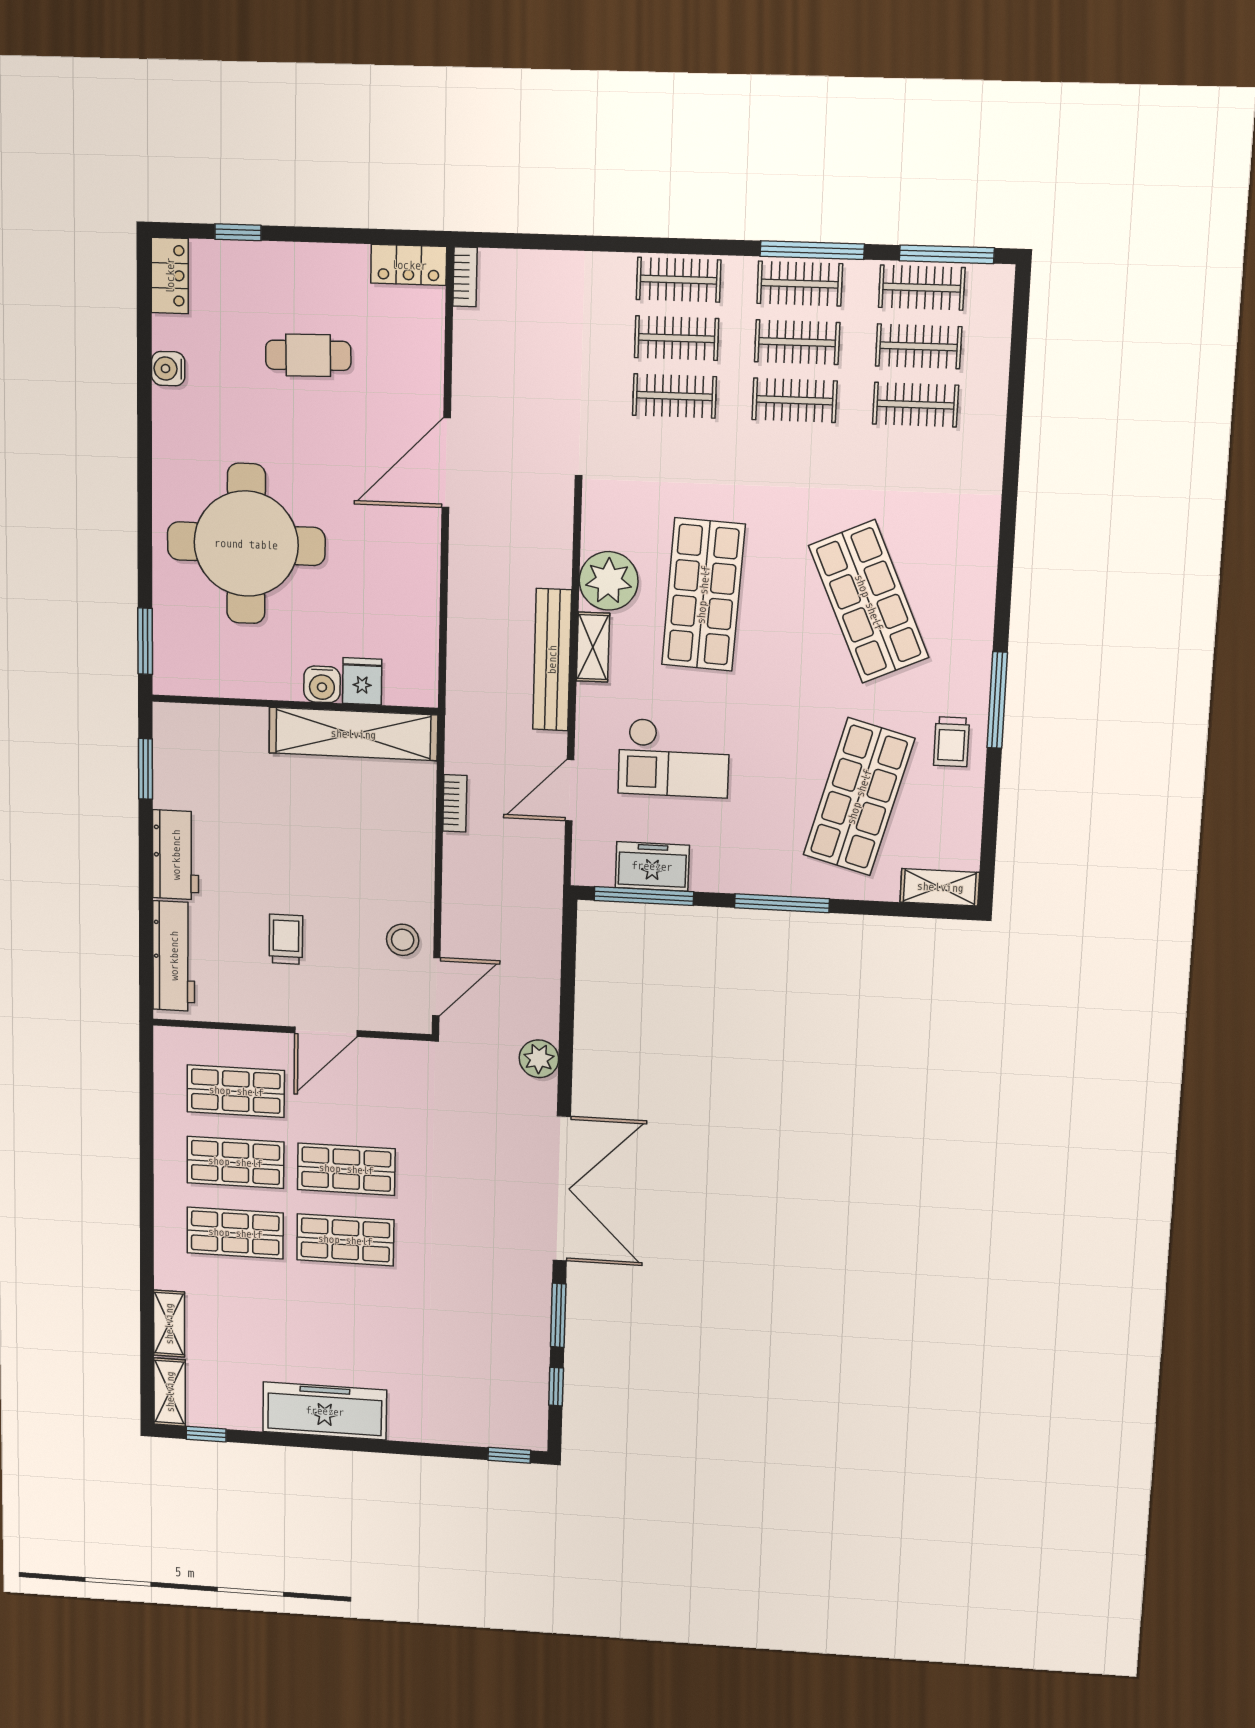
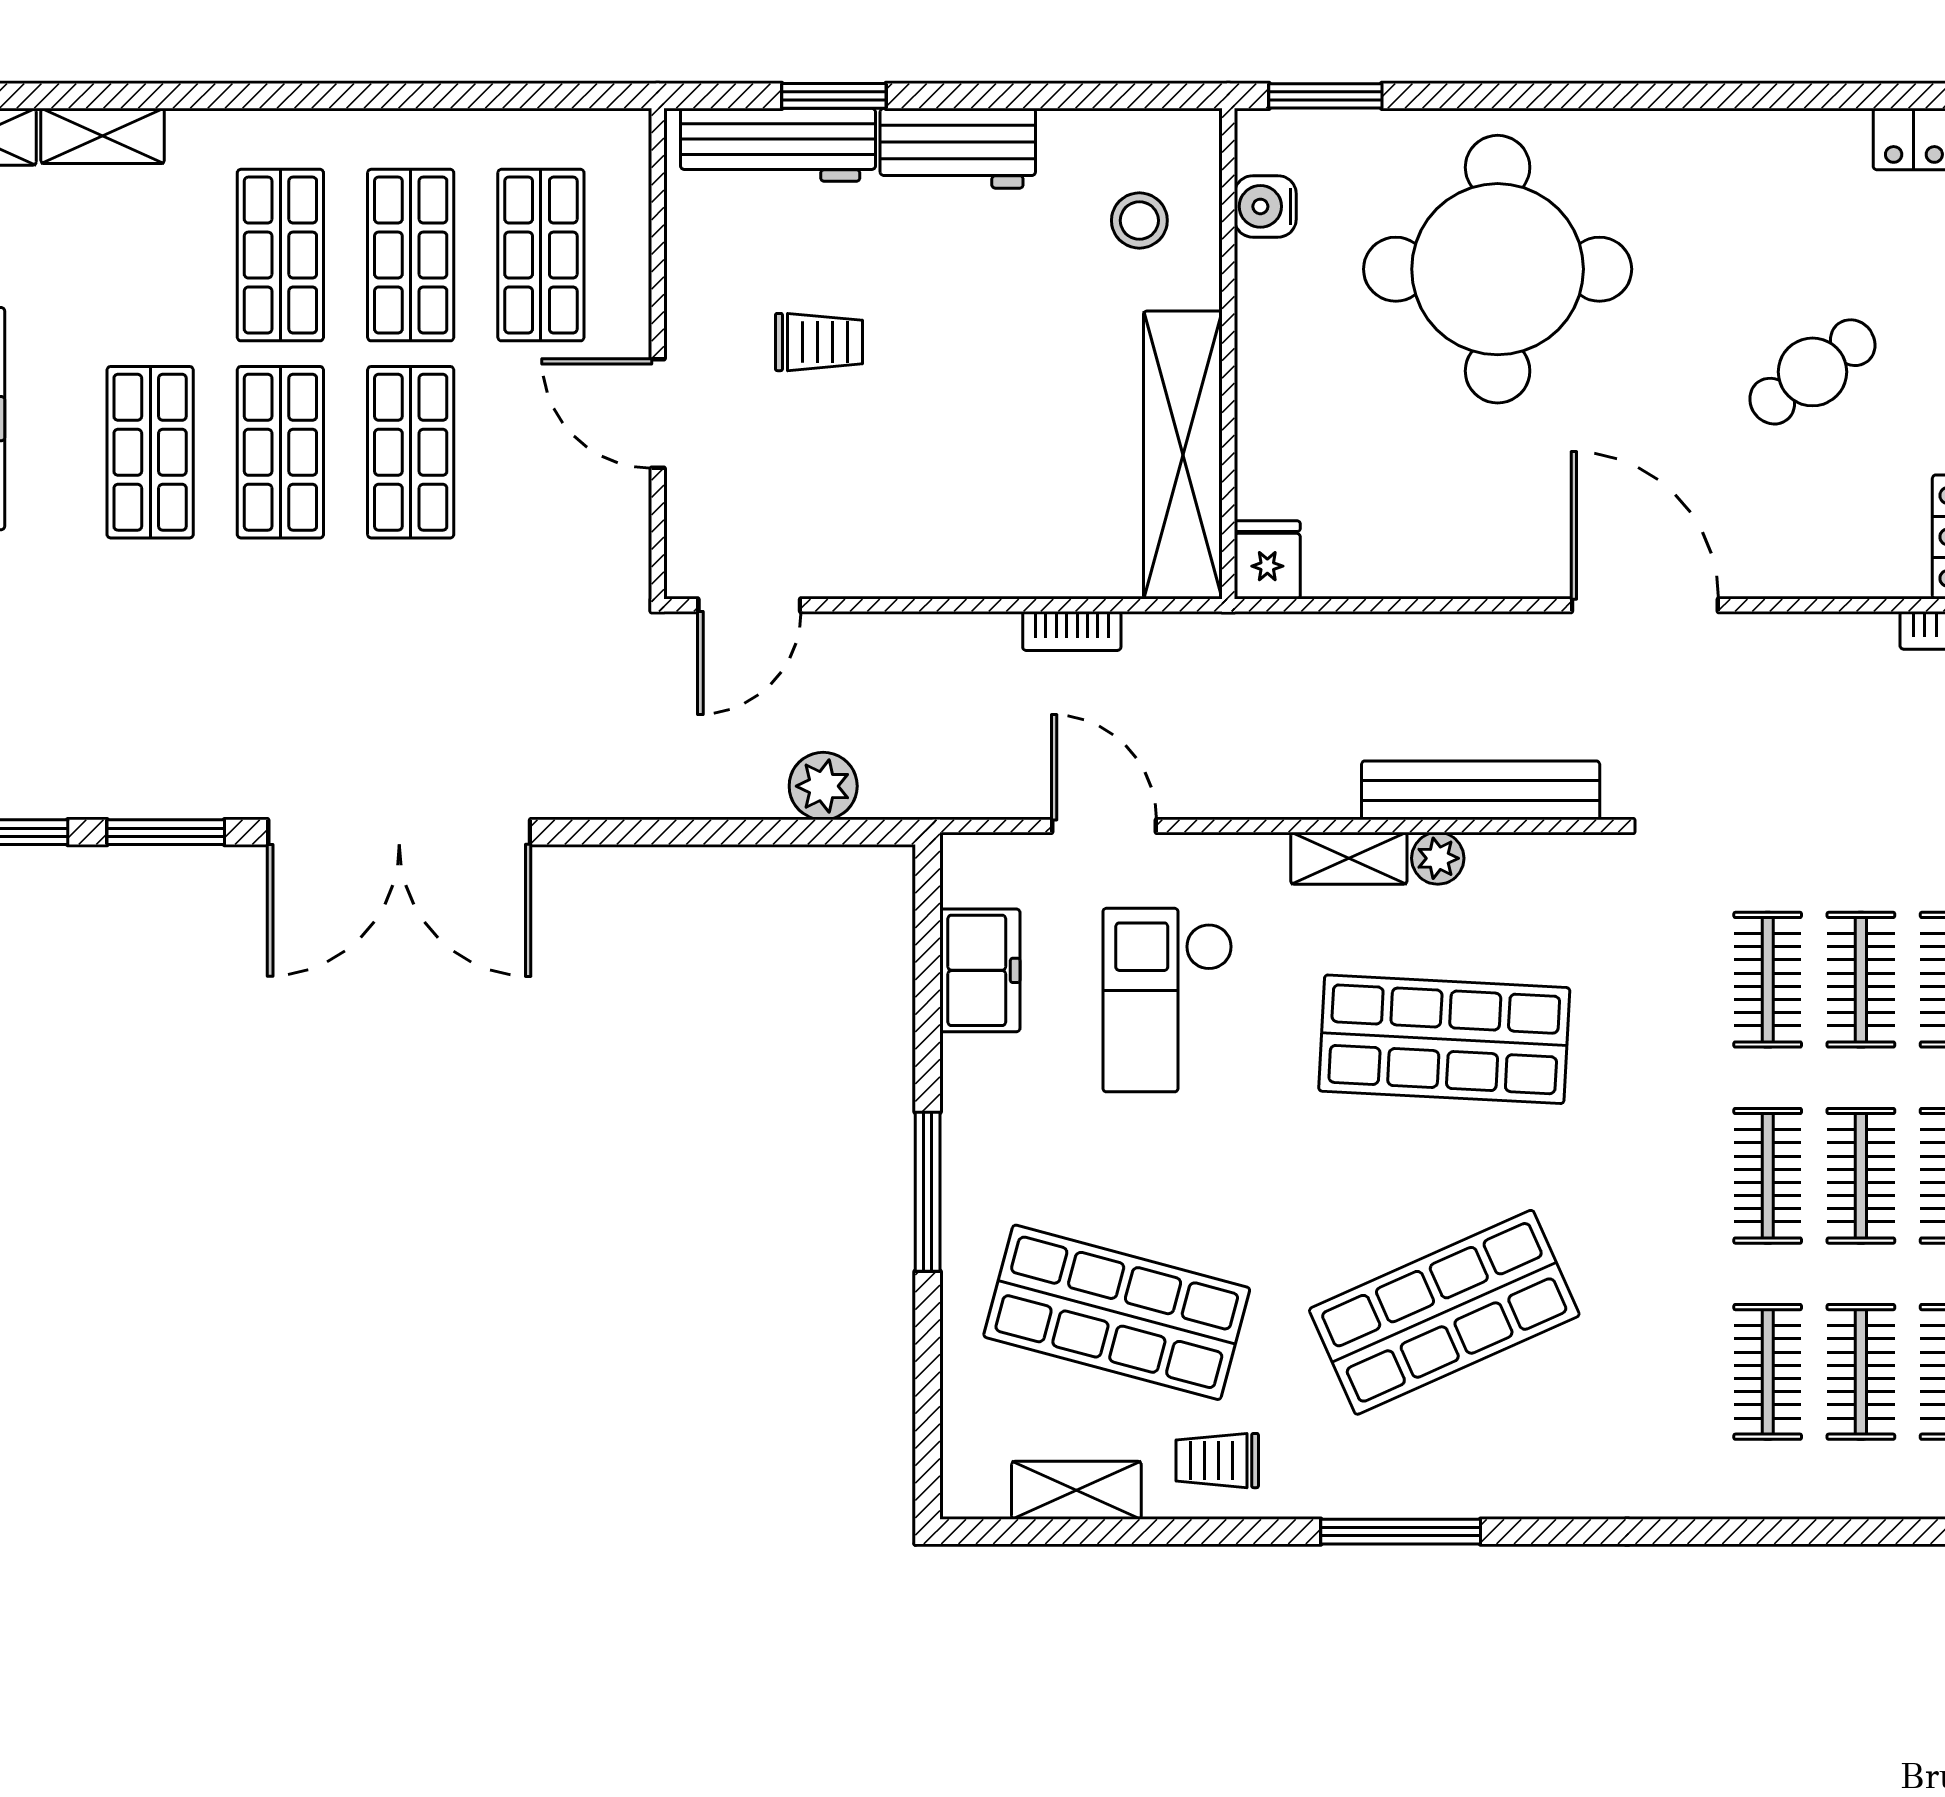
cafe table: (308, 355) -> (1812, 372), turned 55
water cooler: (168, 369) -> (1783, 136), removed
plant: (609, 581) -> (1438, 858), width x0.53, depth x0.53
bench: (552, 660) -> (1481, 790), moved
fridge: (362, 681) -> (1267, 560), moved, turned -90
water cooler: (322, 684) -> (1265, 206), moved
window: (997, 700) -> (1401, 1532), moved
window: (145, 769) -> (834, 96), moved
shelving: (940, 887) -> (1076, 1490), moved, turned 90
window: (644, 896) -> (928, 958), removed
stool: (403, 940) -> (1139, 220), moved
door: (436, 987) -> (749, 605), hinge flipped
plant: (539, 1059) -> (823, 786), moved
shop shelf: (345, 1310) -> (150, 452), added

